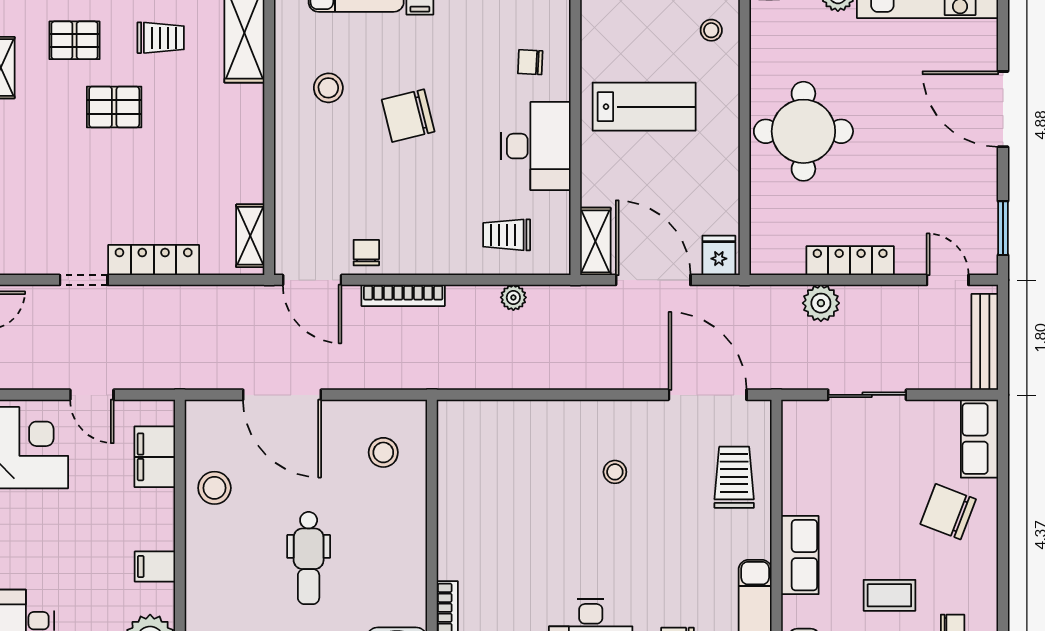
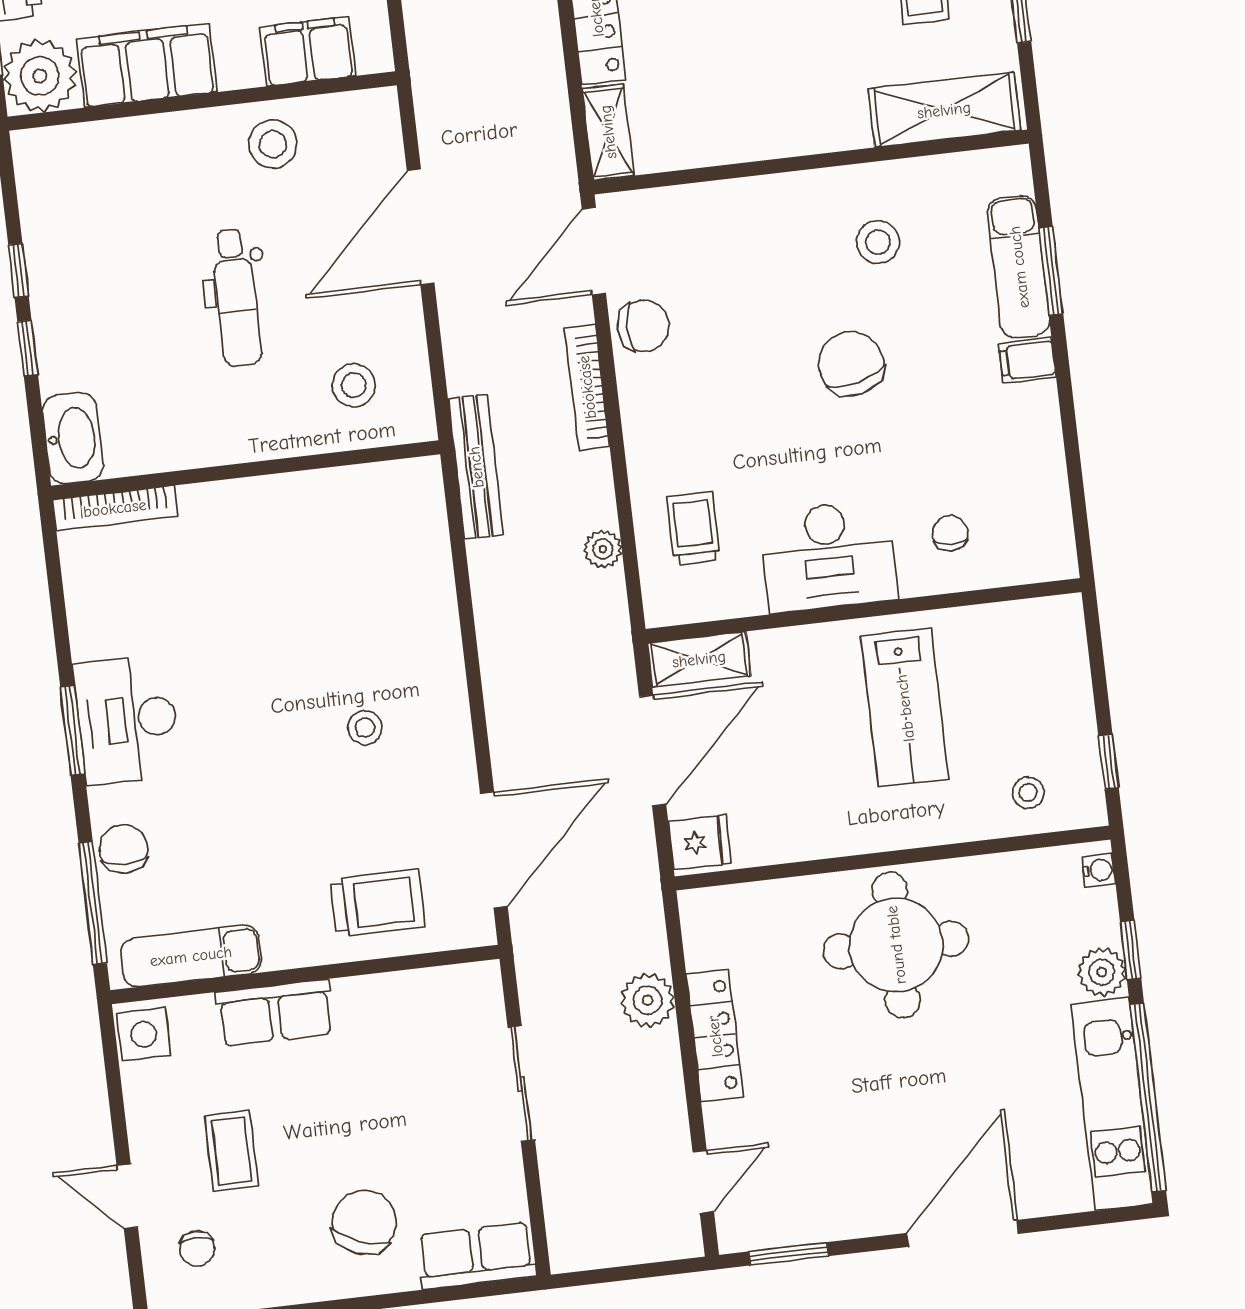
shelving: (250, 236) -> (608, 132), moved, turned 90
chair: (366, 253) -> (643, 326), width x1.37, depth x1.37
bench: (985, 342) -> (476, 467), moved, turned 90
dental chair: (309, 558) -> (236, 298), moved, turned -90
filing cabinet: (155, 567) -> (147, 65), width x3.00, depth x1.17

